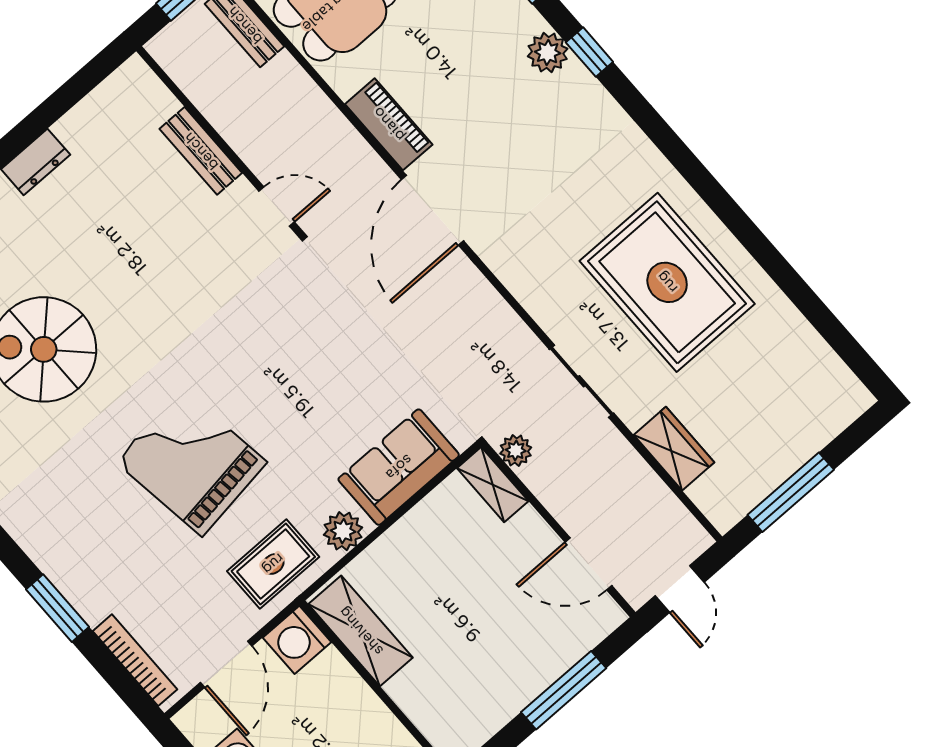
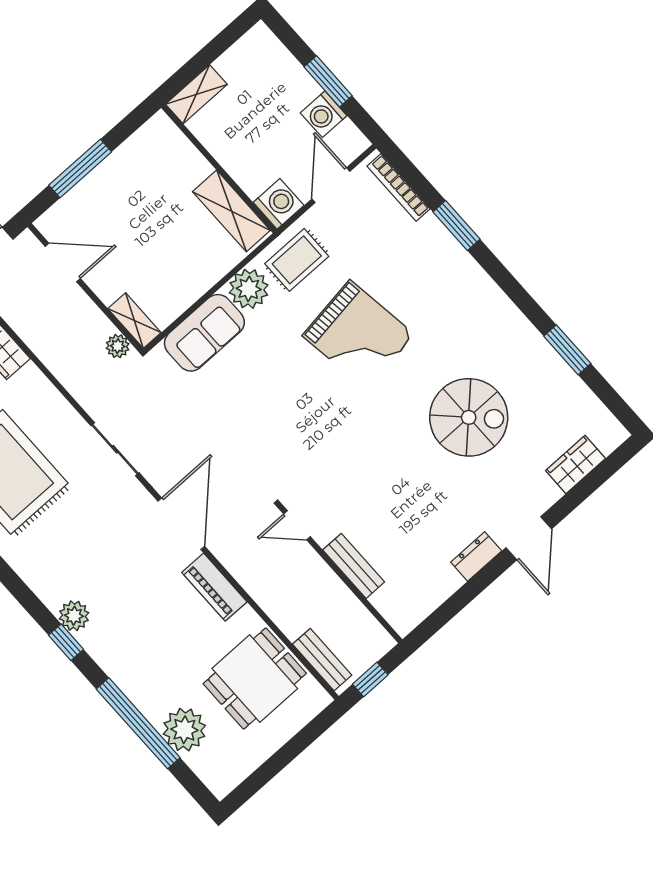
plant: (548, 53) -> (74, 616), moved
sliding door: (582, 381) -> (115, 449), moved
plant: (343, 531) -> (249, 289), width x1.36, depth x1.36

